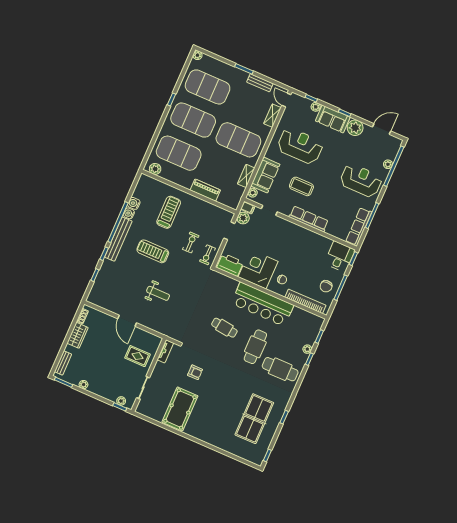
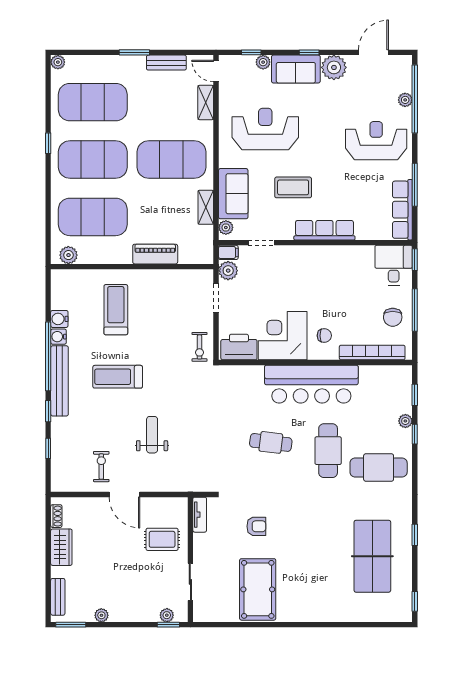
exercise bike: (191, 242) -> (101, 467), moved
weight bench: (158, 293) -> (152, 435), turned -90

